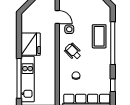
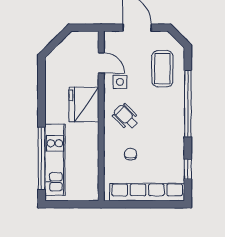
coffee table: (99, 36) -> (162, 69), moved
fridge: (31, 44) -> (84, 104), moved, turned 180

